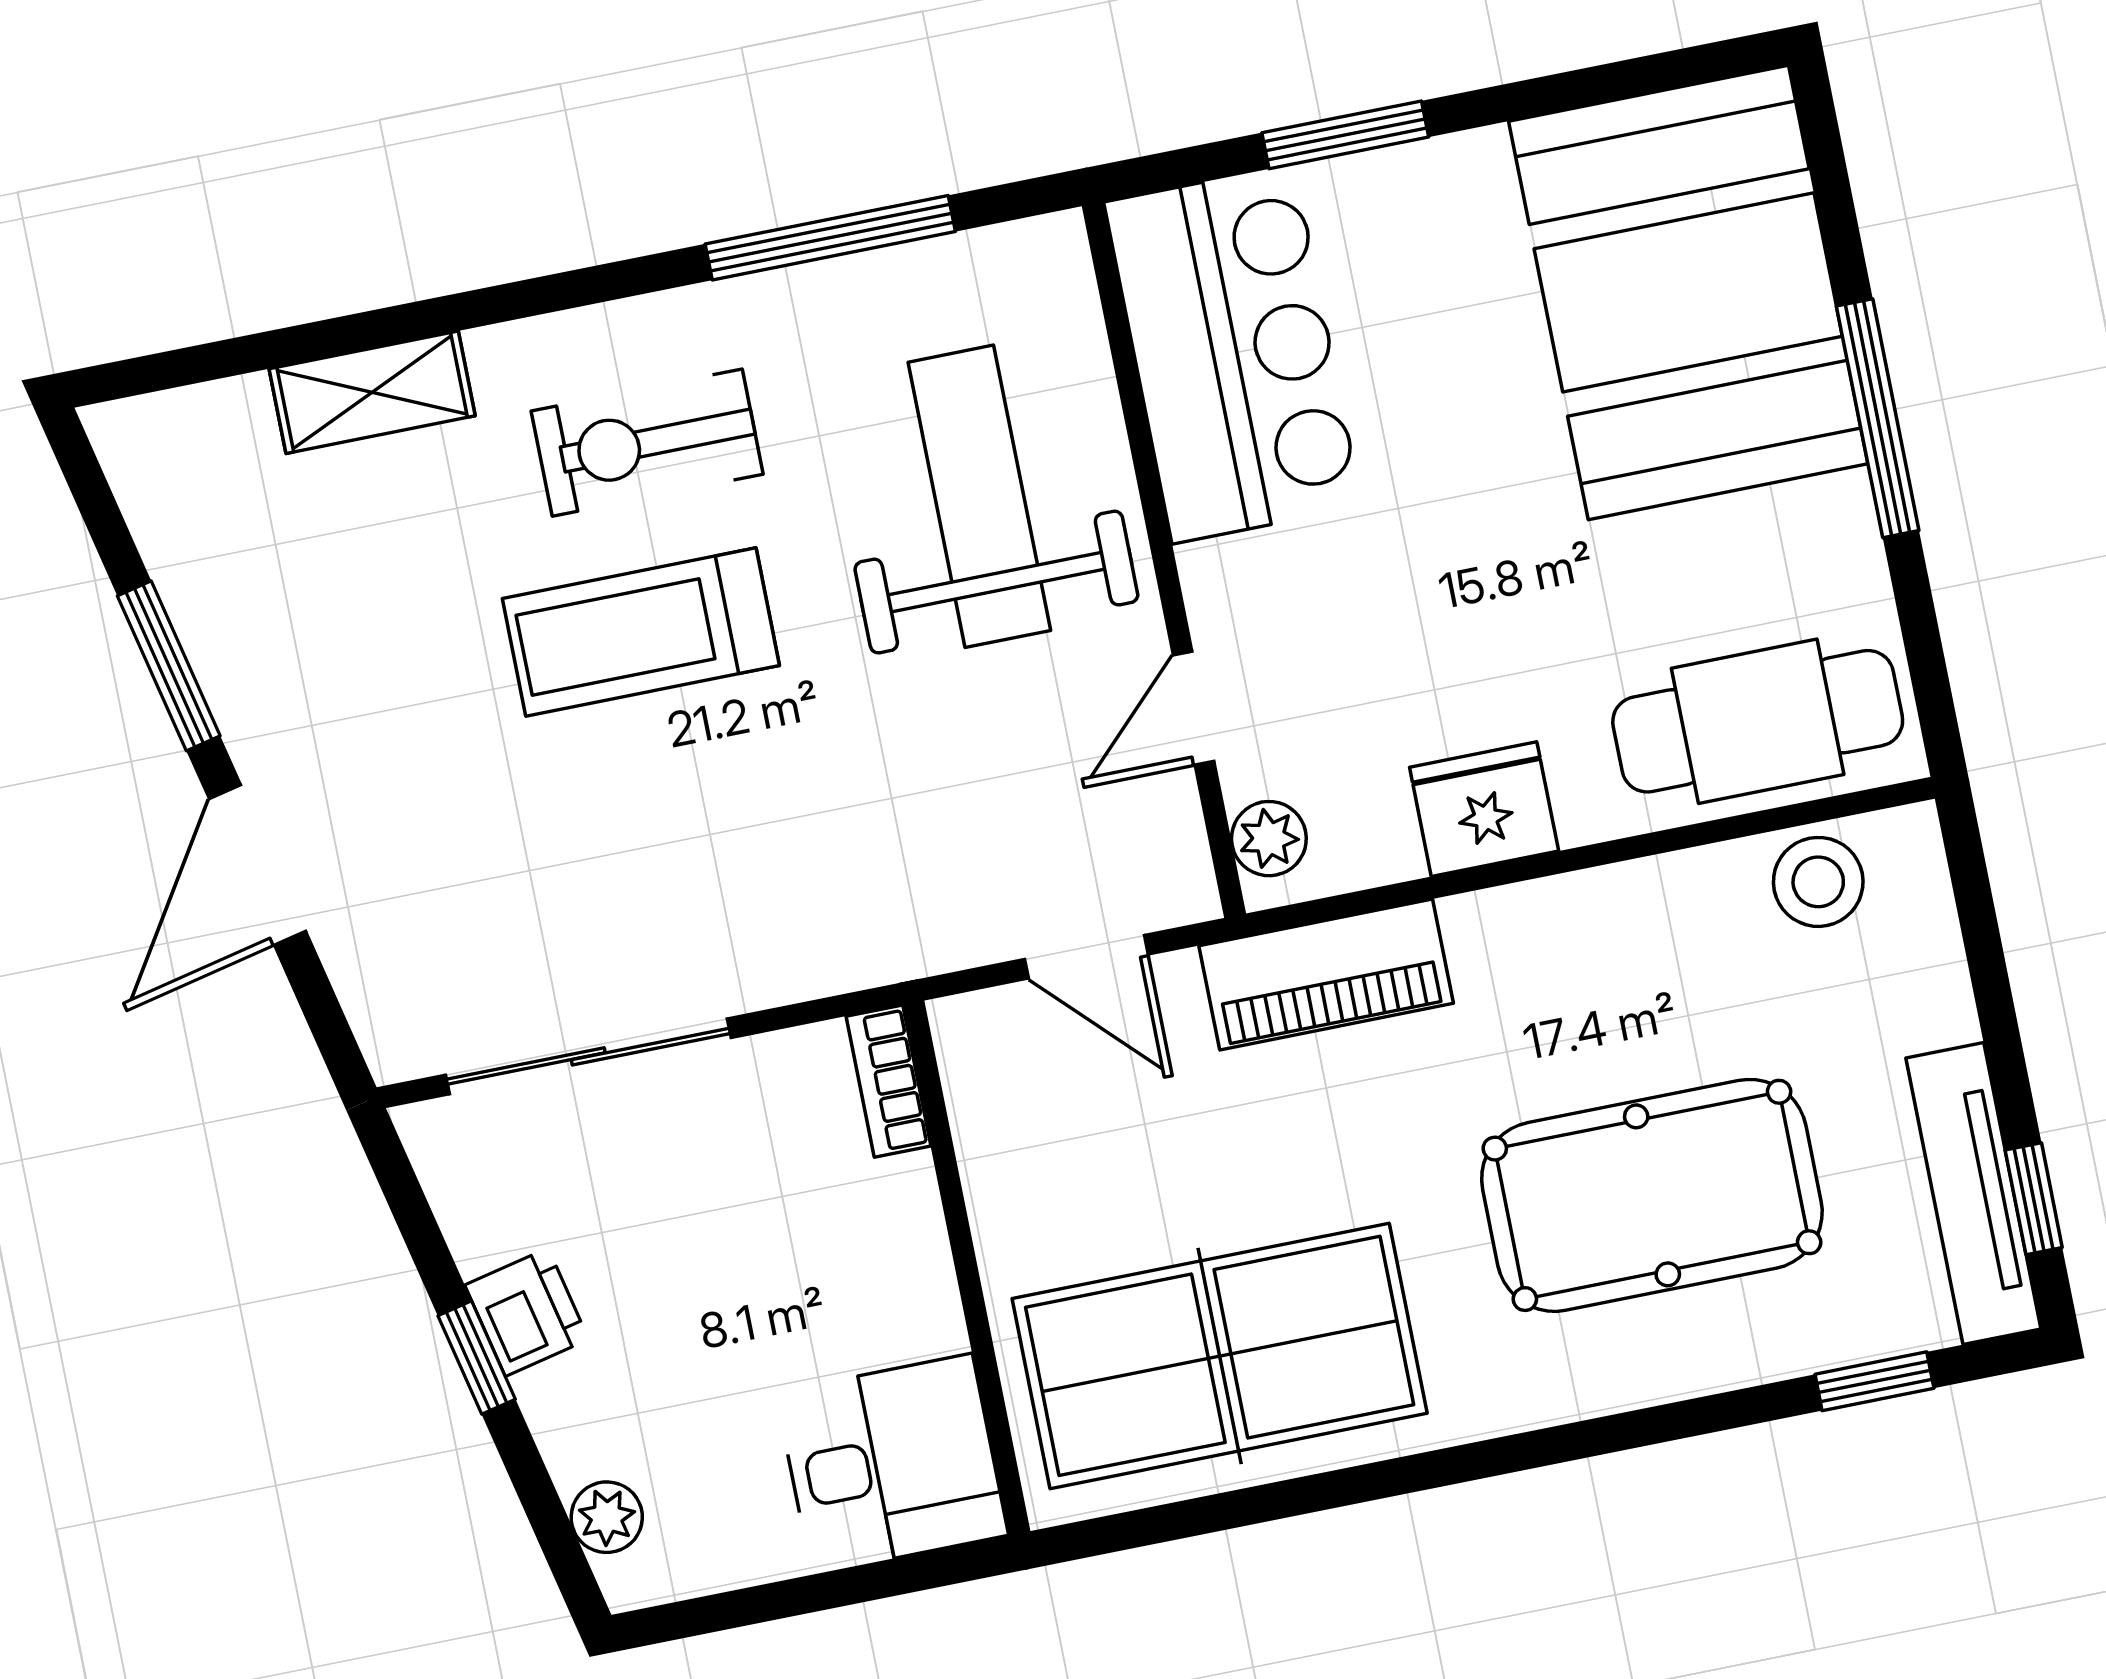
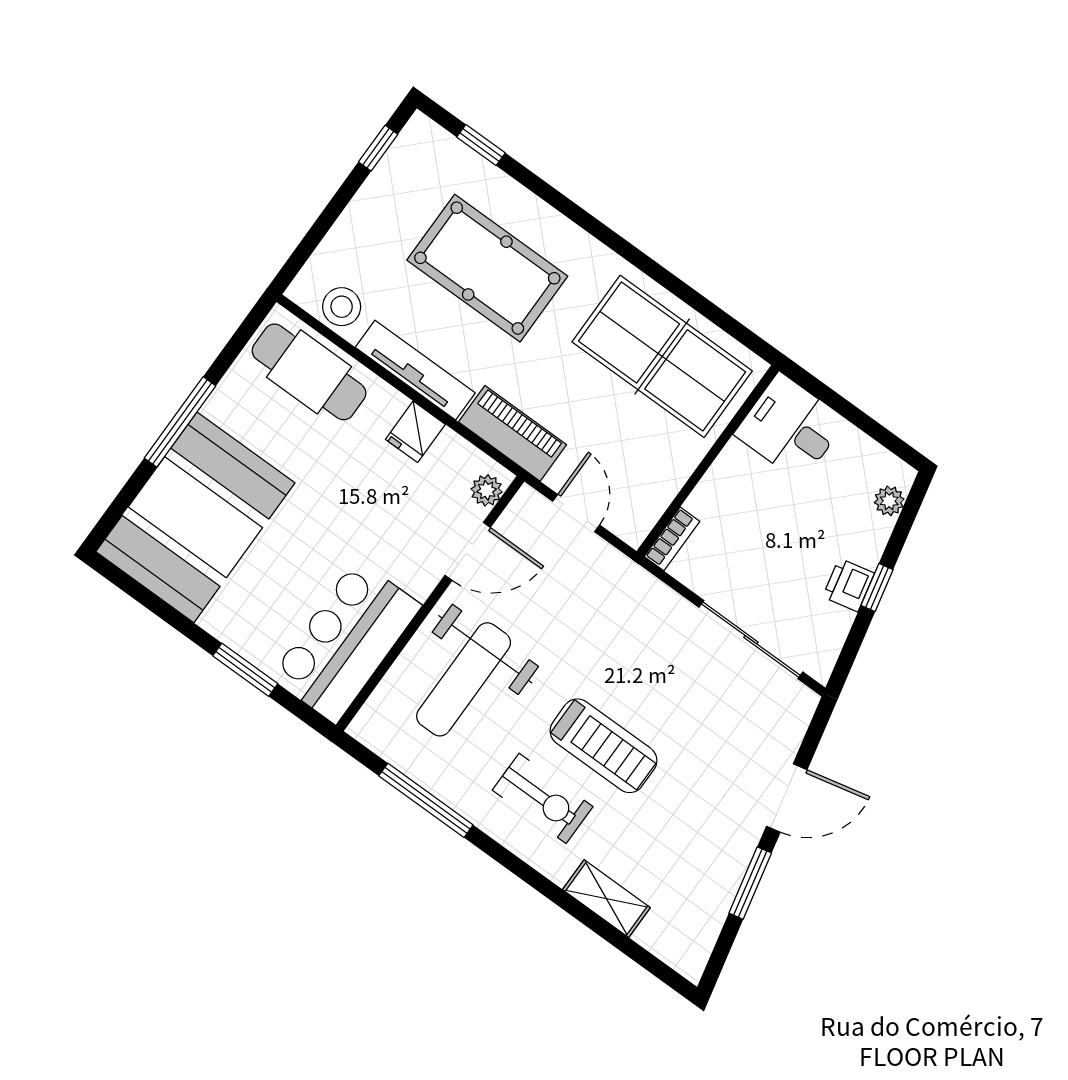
door: (1194, 708) -> (468, 551), width x1.38
fridge: (1484, 809) -> (415, 432), width x0.72
tv unit: (1973, 1194) -> (415, 370), moved, turned -90

